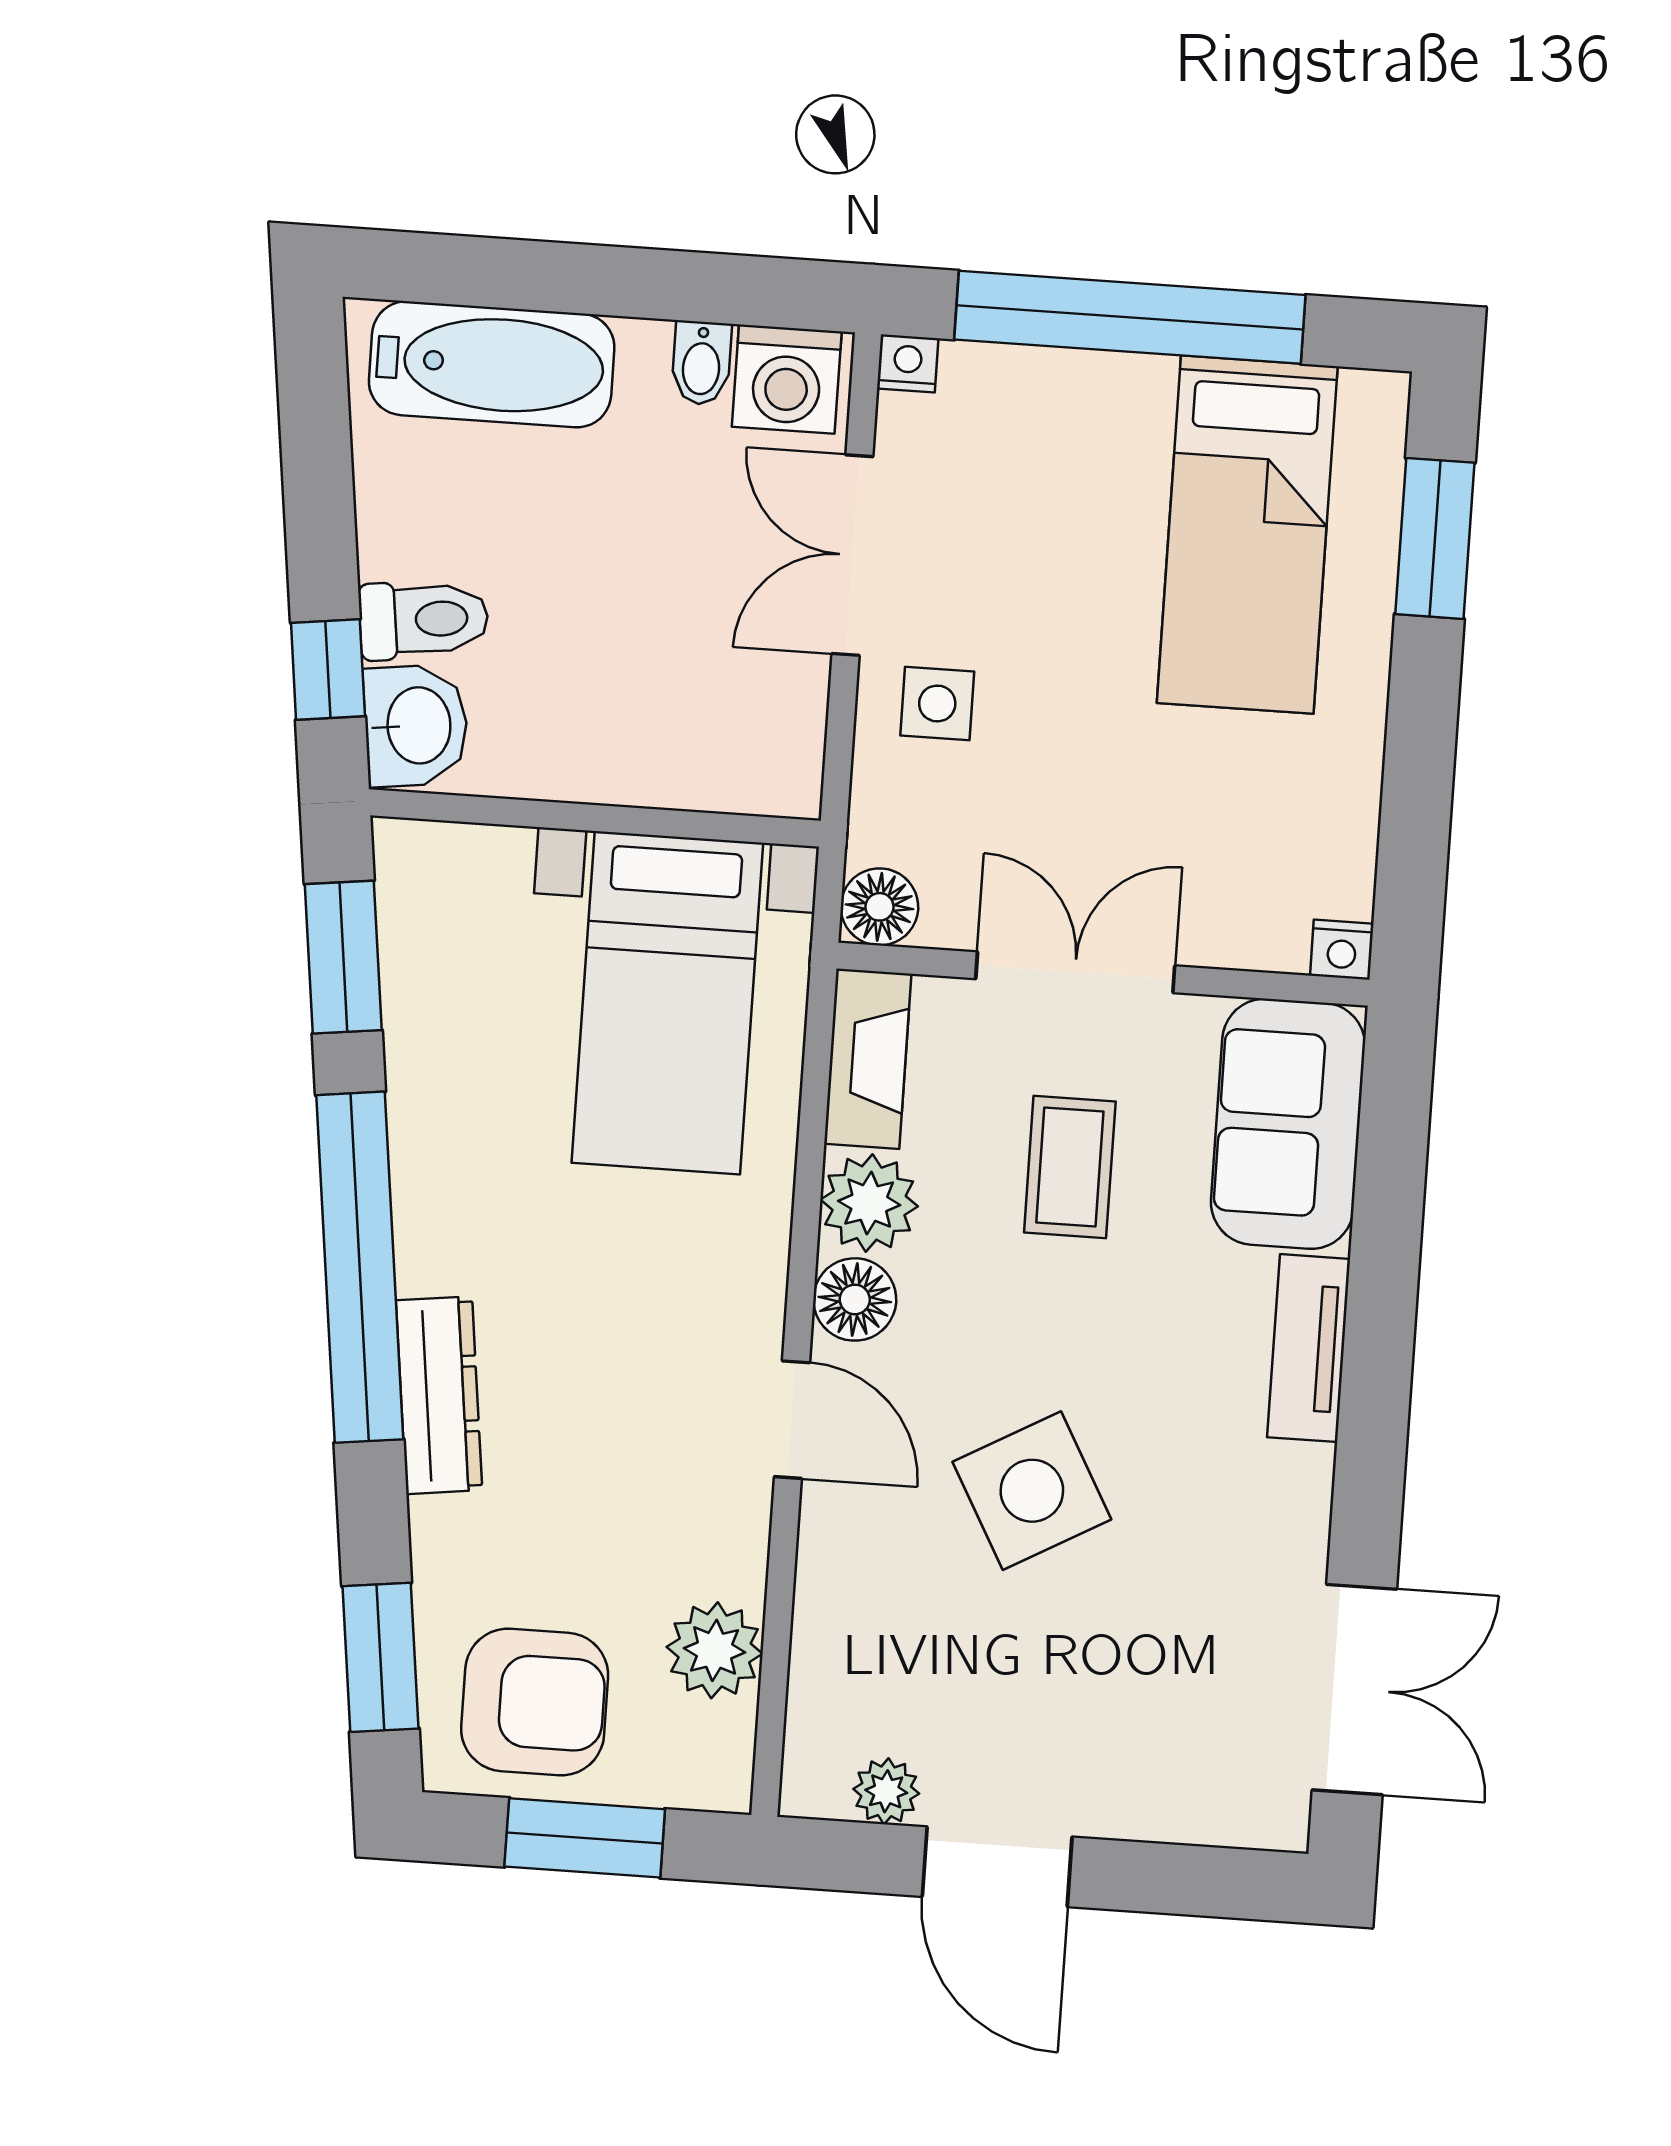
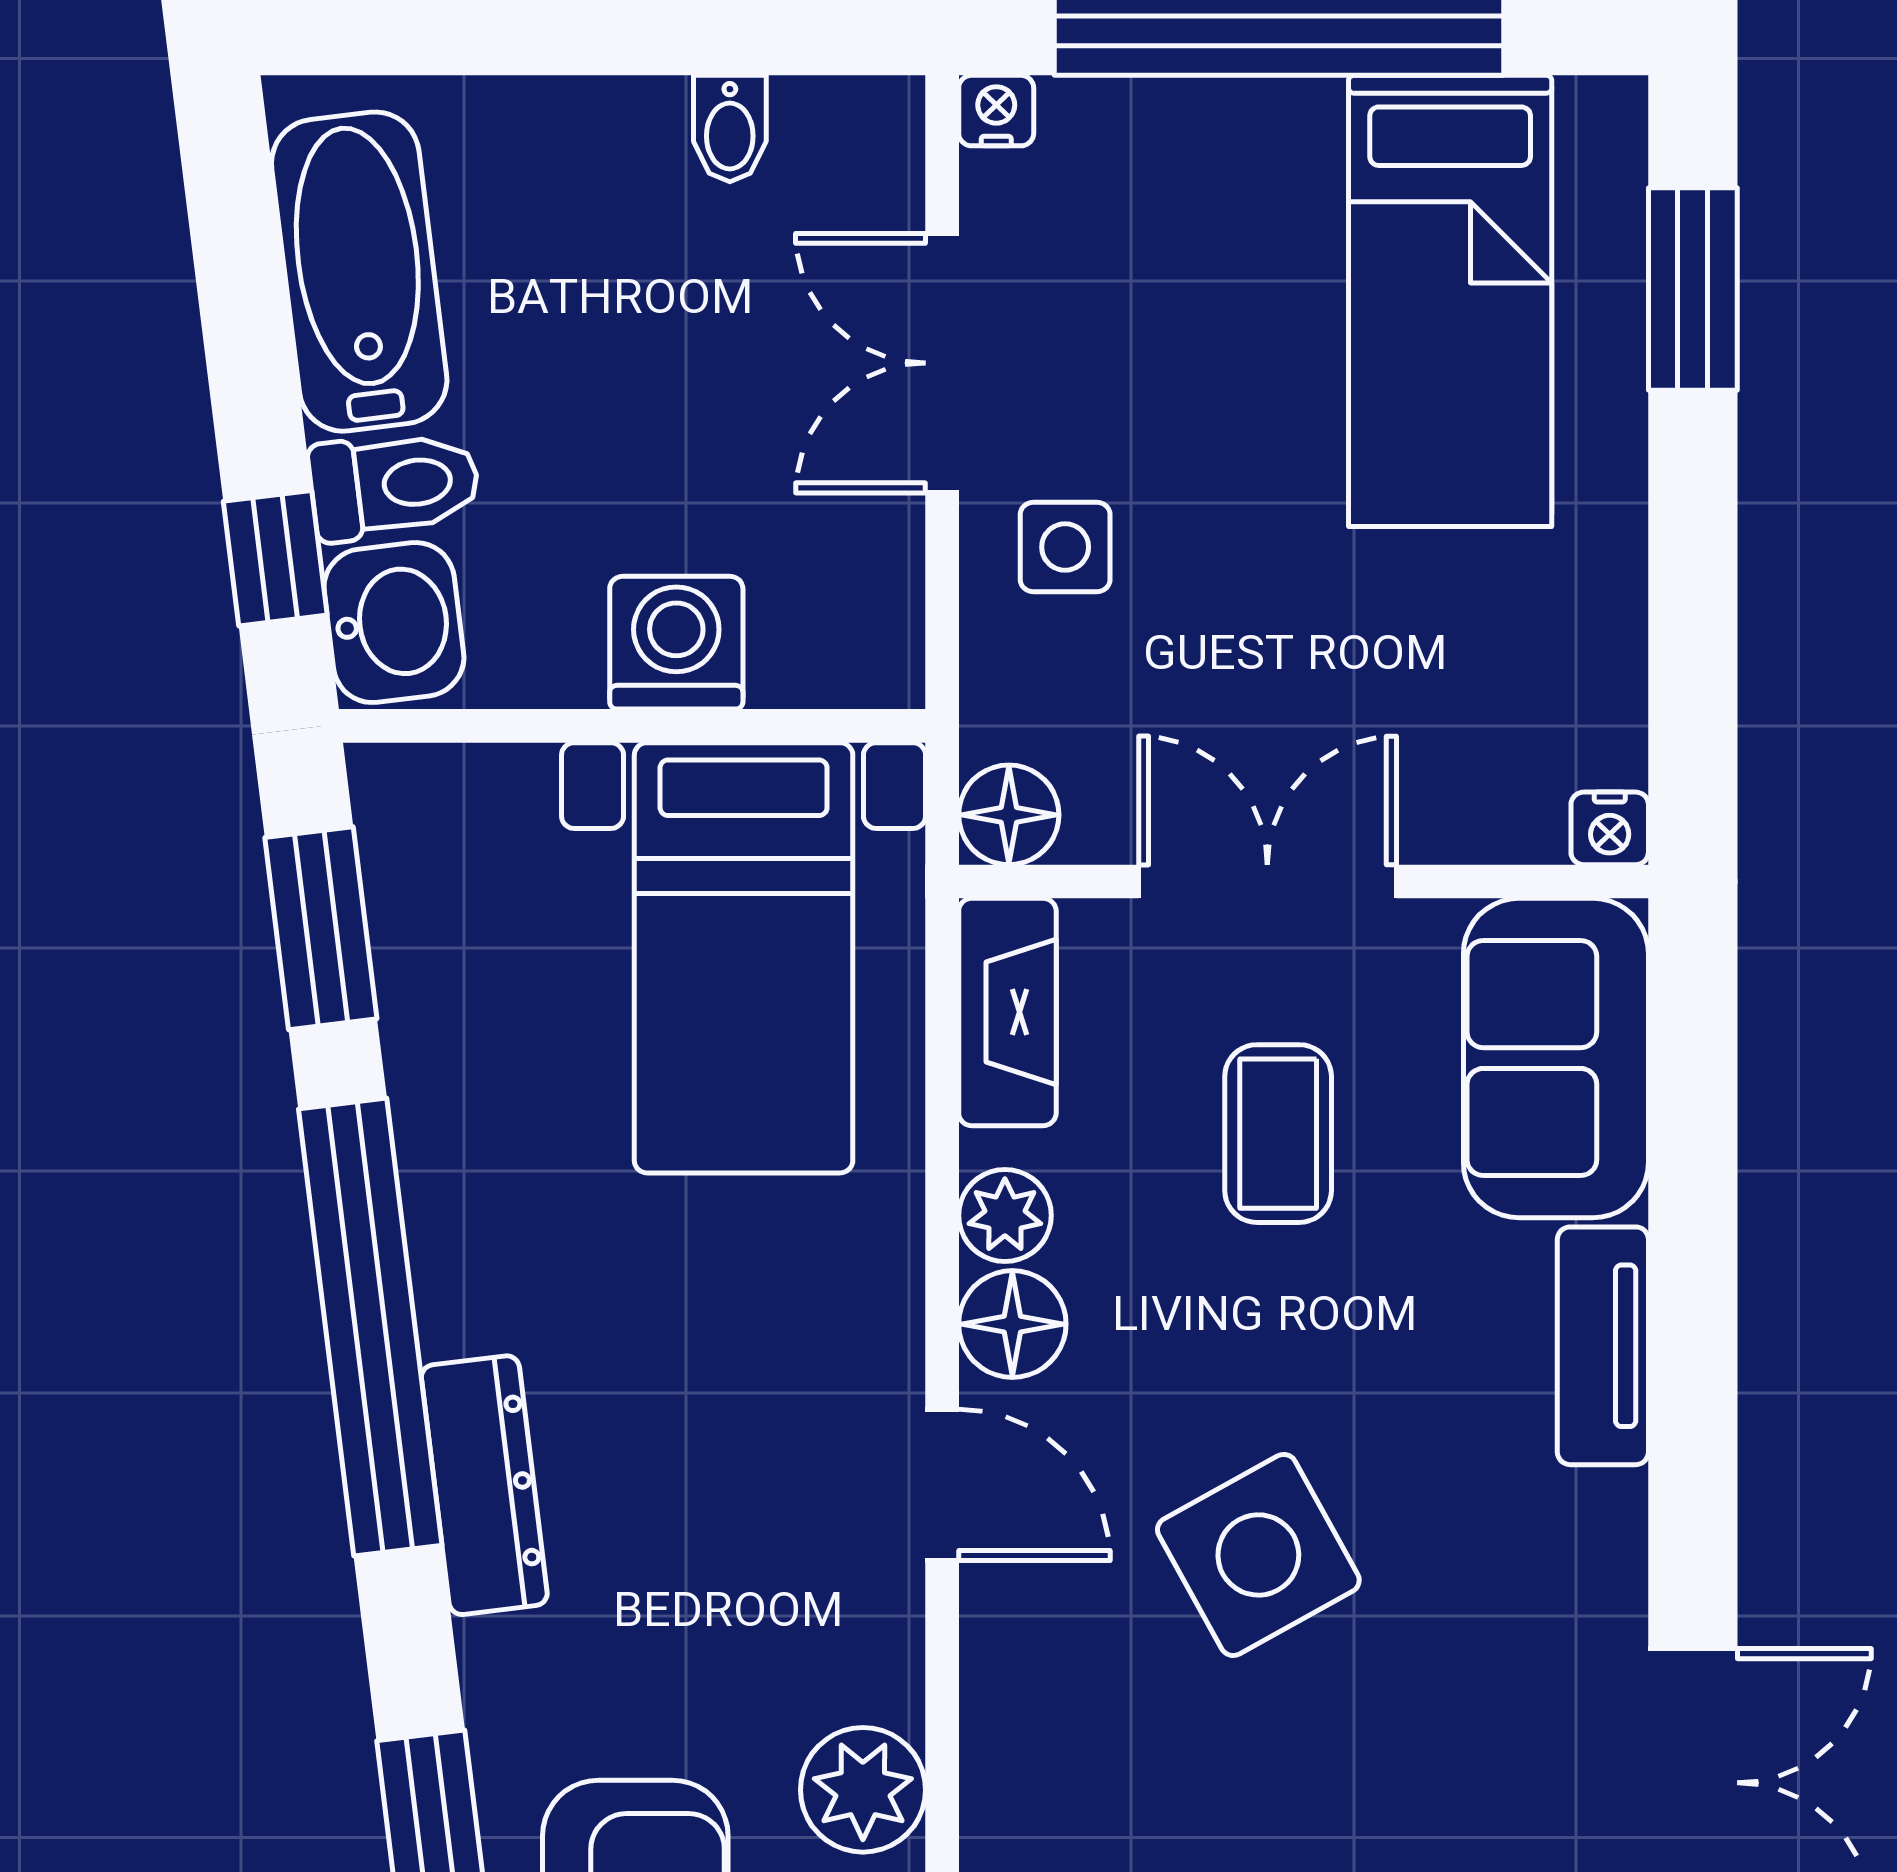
bathtub: (492, 364) -> (359, 272), moved, turned -97
washing machine: (787, 379) -> (676, 643), moved, turned 180
plant: (869, 1203) -> (1005, 1215), width x0.73, depth x0.73

